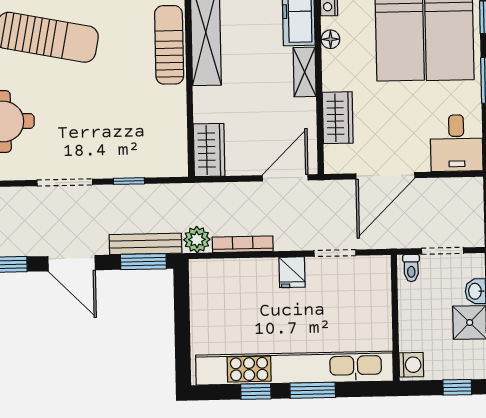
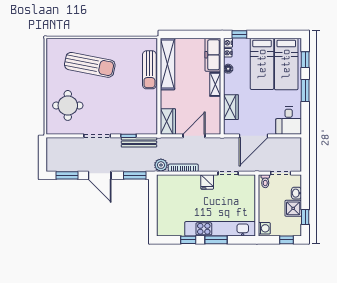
sun lounger: (169, 45) -> (149, 70), turned 180
door: (285, 178) -> (194, 136), moved
bench: (146, 244) -> (139, 142), moved
kitchen unit: (294, 368) -> (220, 229), width x0.73

